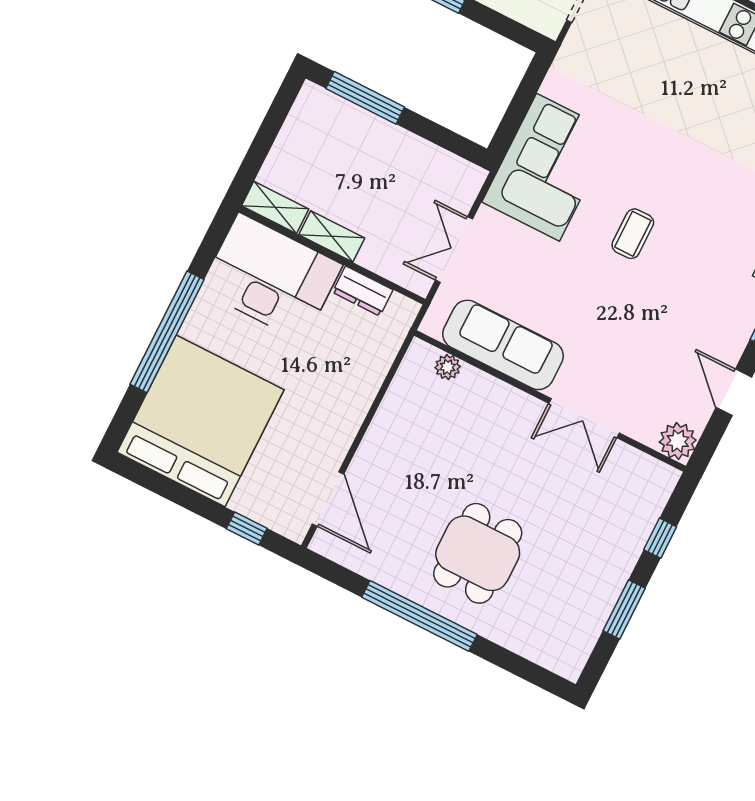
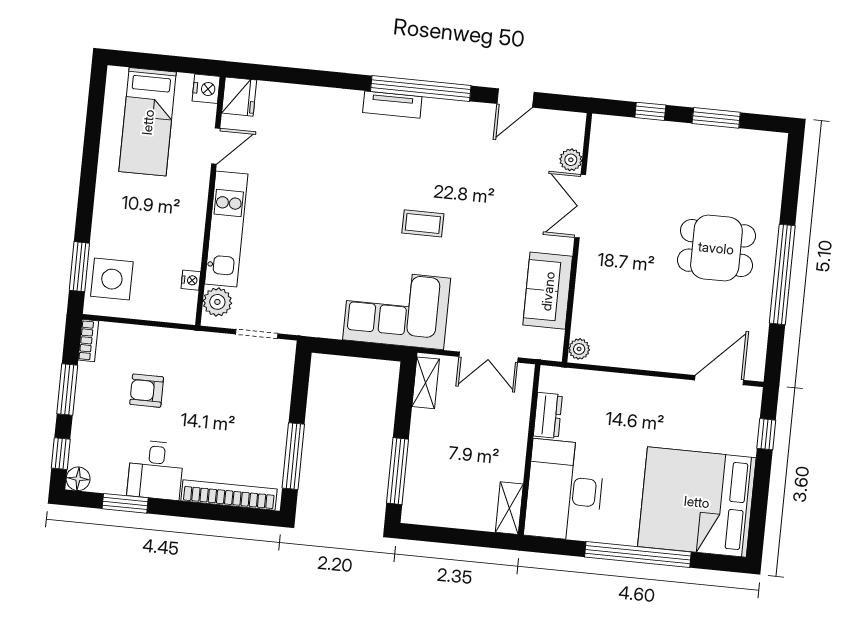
shelving: (332, 236) -> (426, 383), moved
sofa: (503, 345) -> (548, 291), width x0.73
plant: (448, 367) -> (579, 349), moved
double door: (584, 418) -> (580, 206), swing flipped
plant: (678, 441) -> (571, 160), moved, width x0.73, depth x0.73

